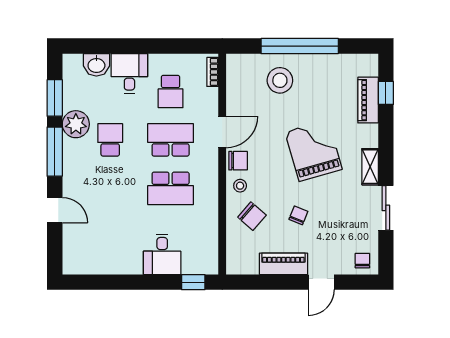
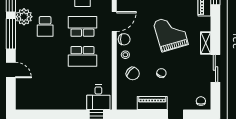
school desk: (110, 140) -> (45, 26), turned 180
desk: (162, 254) -> (98, 97), moved

